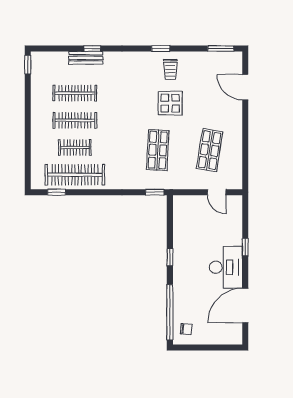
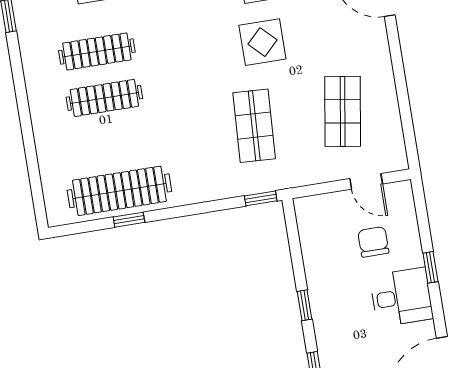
clothes rail: (75, 148) -> (112, 144), removed
window: (57, 192) -> (129, 220), moved
chair: (215, 227) -> (373, 242), added
desk: (226, 267) -> (401, 297), width x0.73

